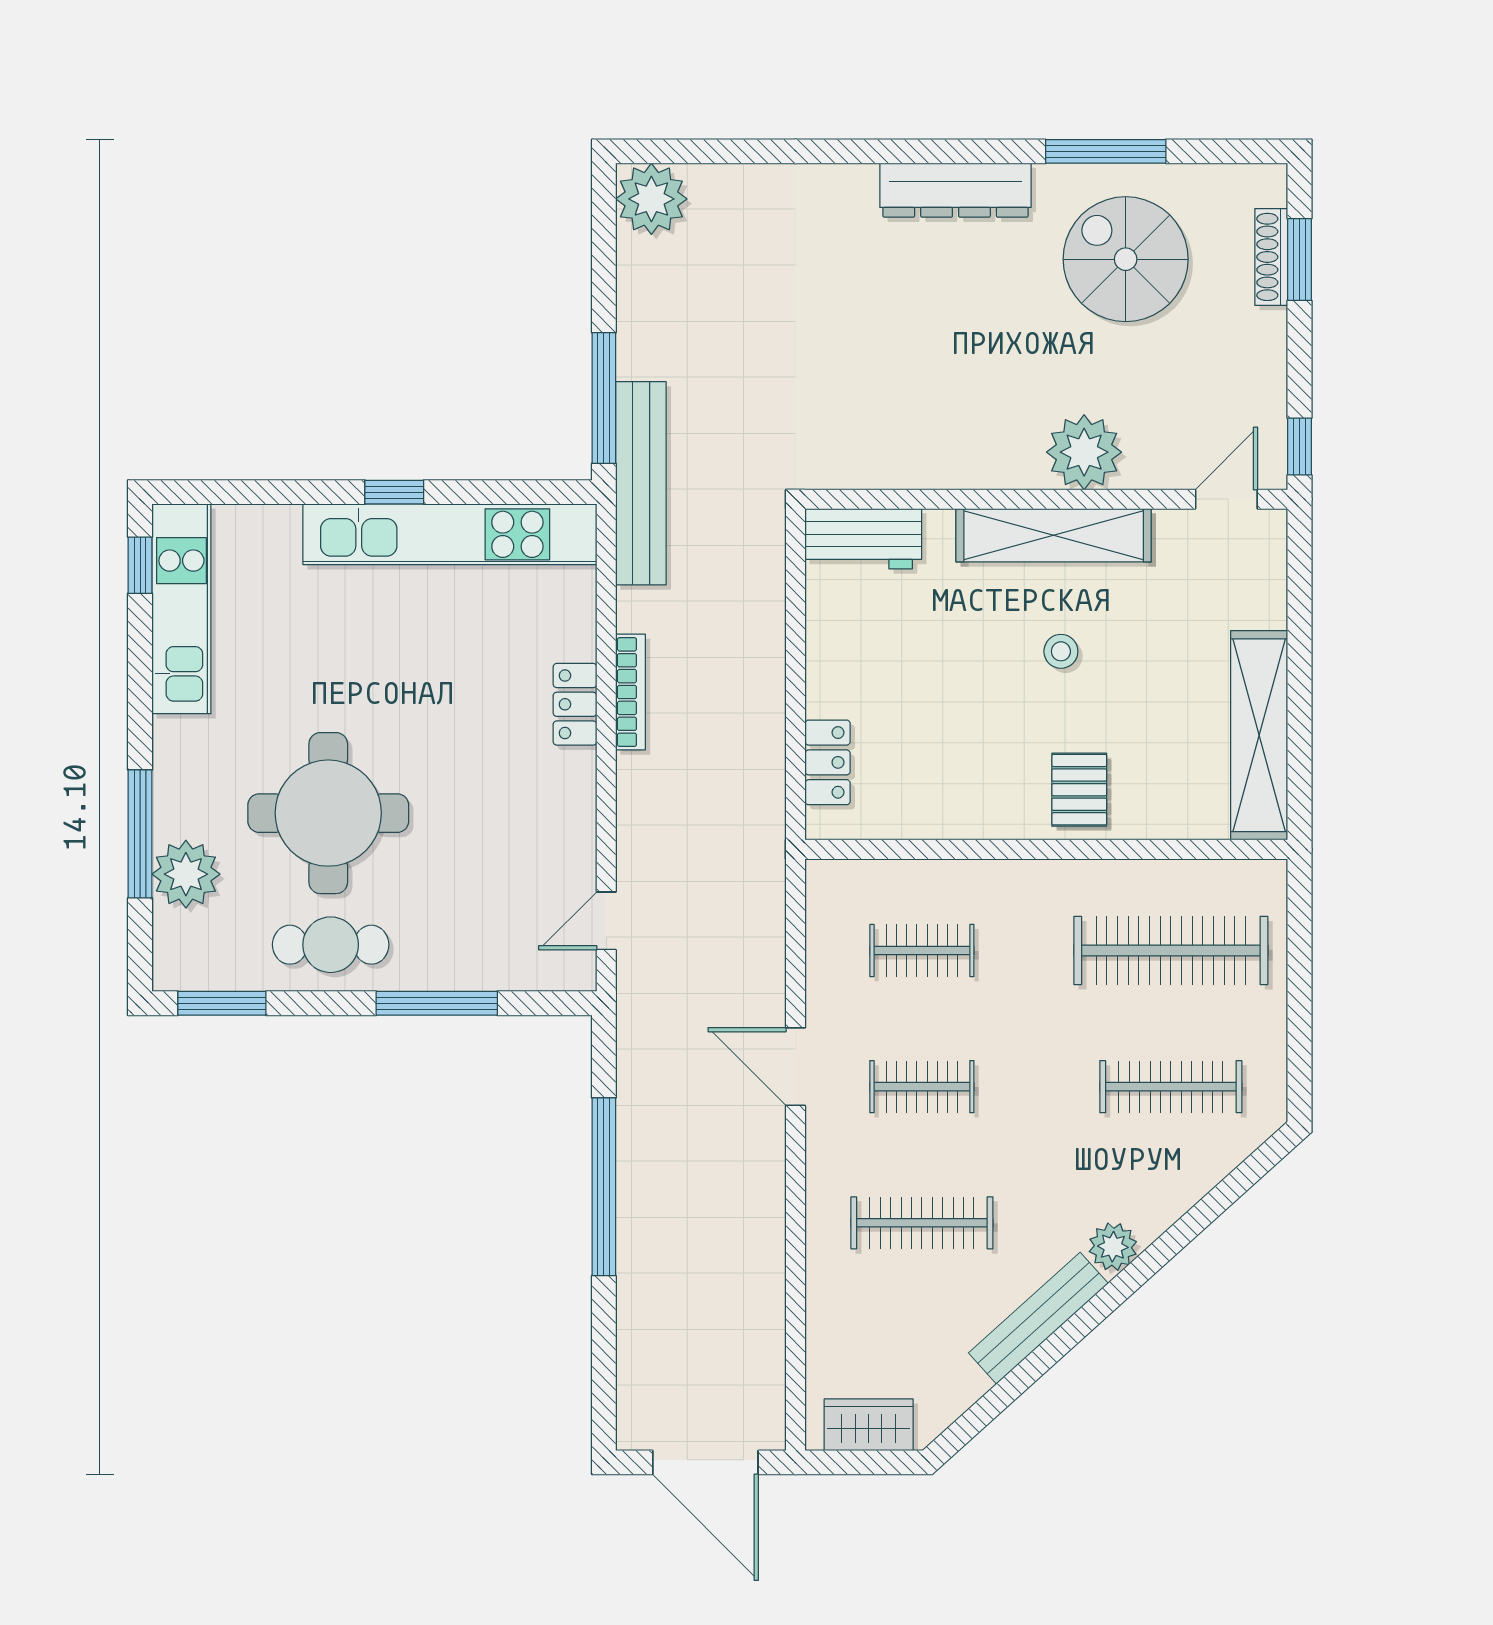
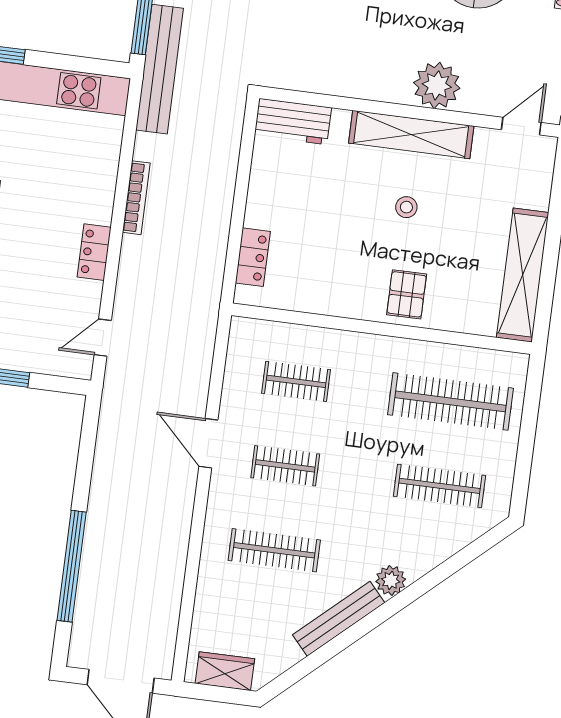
locker: (575, 704) -> (94, 252), moved
window: (604, 1187) -> (72, 566), moved

